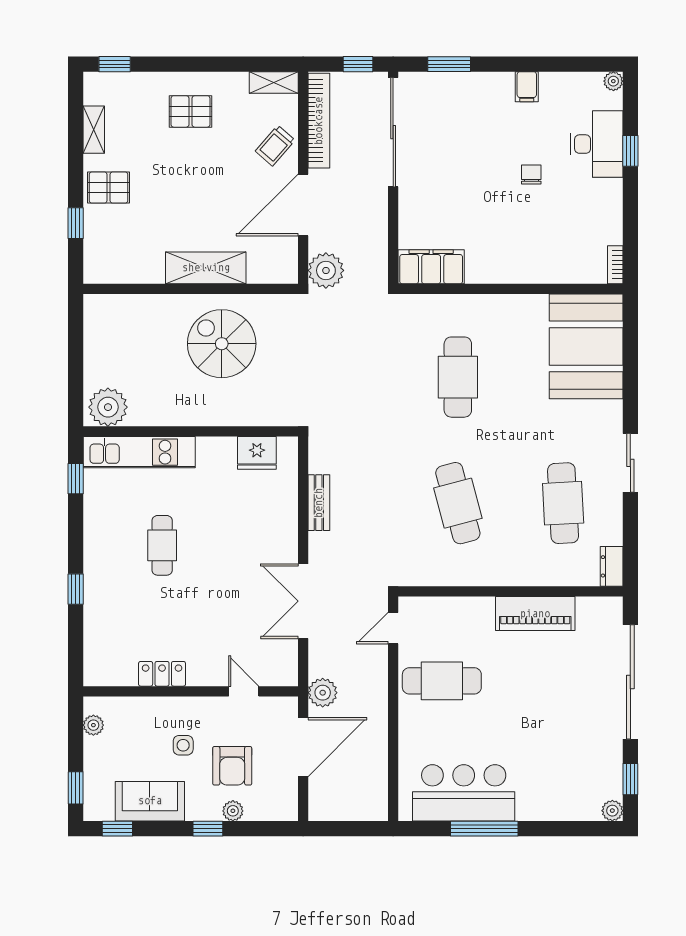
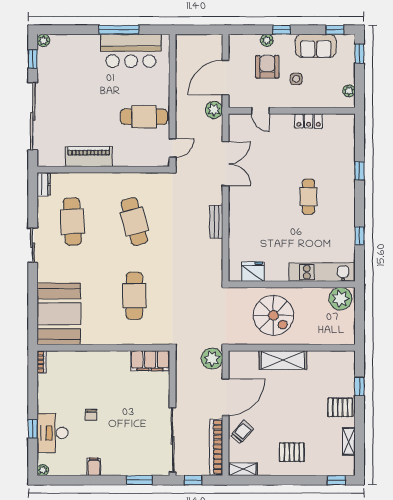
plant: (108, 407) -> (340, 299), moved
wall: (191, 431) -> (292, 284), moved
kitchen unit: (139, 452) -> (322, 272), moved
fridge: (257, 453) -> (253, 272), moved

